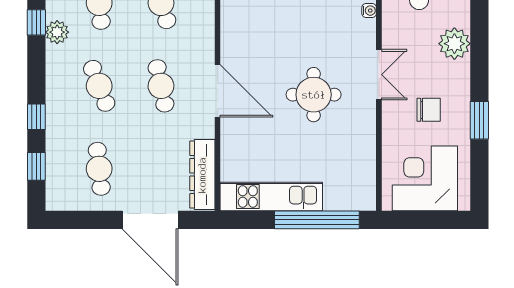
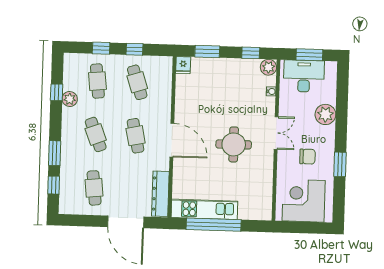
window: (36, 117) -> (55, 153), width x1.50
window: (317, 220) -> (214, 225), moved

